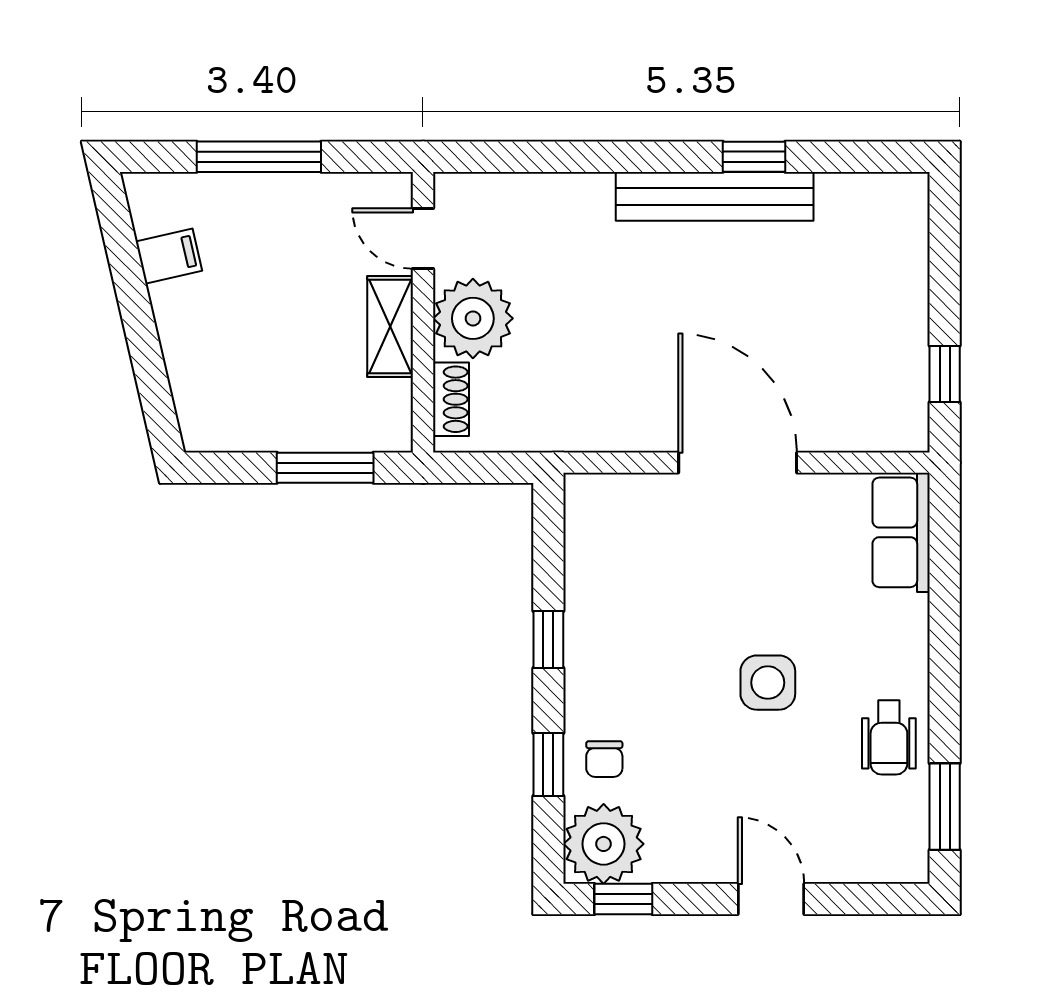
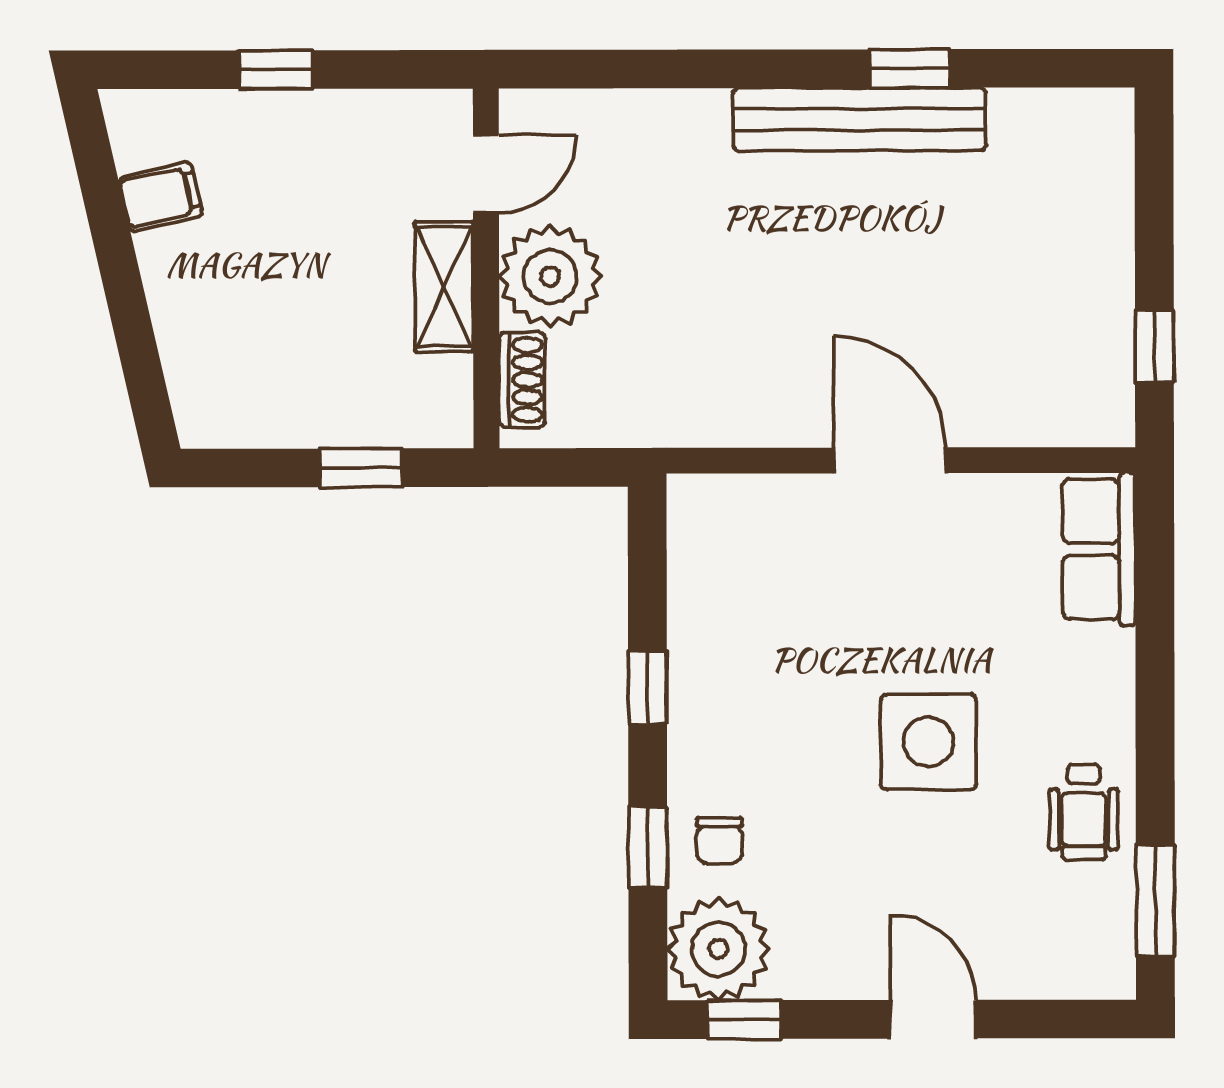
window: (259, 157) -> (275, 70), width x0.46
door: (423, 239) -> (486, 174), swing flipped
door: (738, 463) -> (889, 460), width x0.73
window: (325, 468) -> (361, 468), width x0.67
side table: (768, 683) -> (929, 742), width x1.37, depth x1.37

